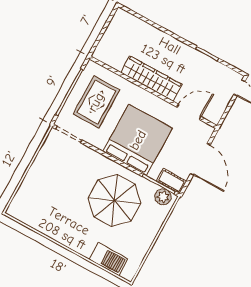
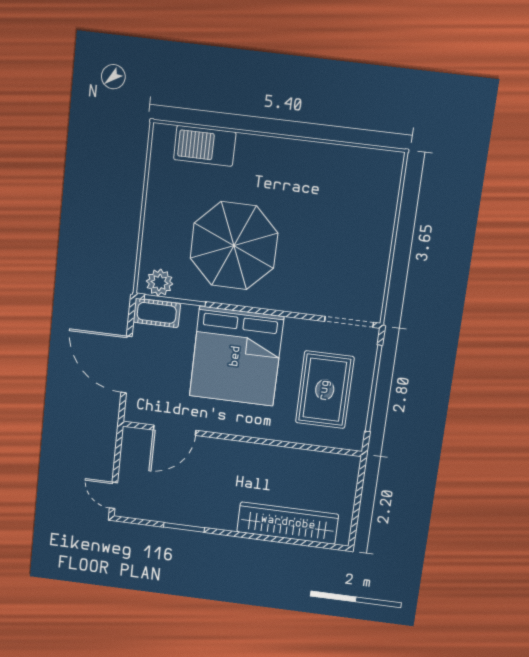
wardrobe: (151, 79) -> (288, 523), moved, turned 180

